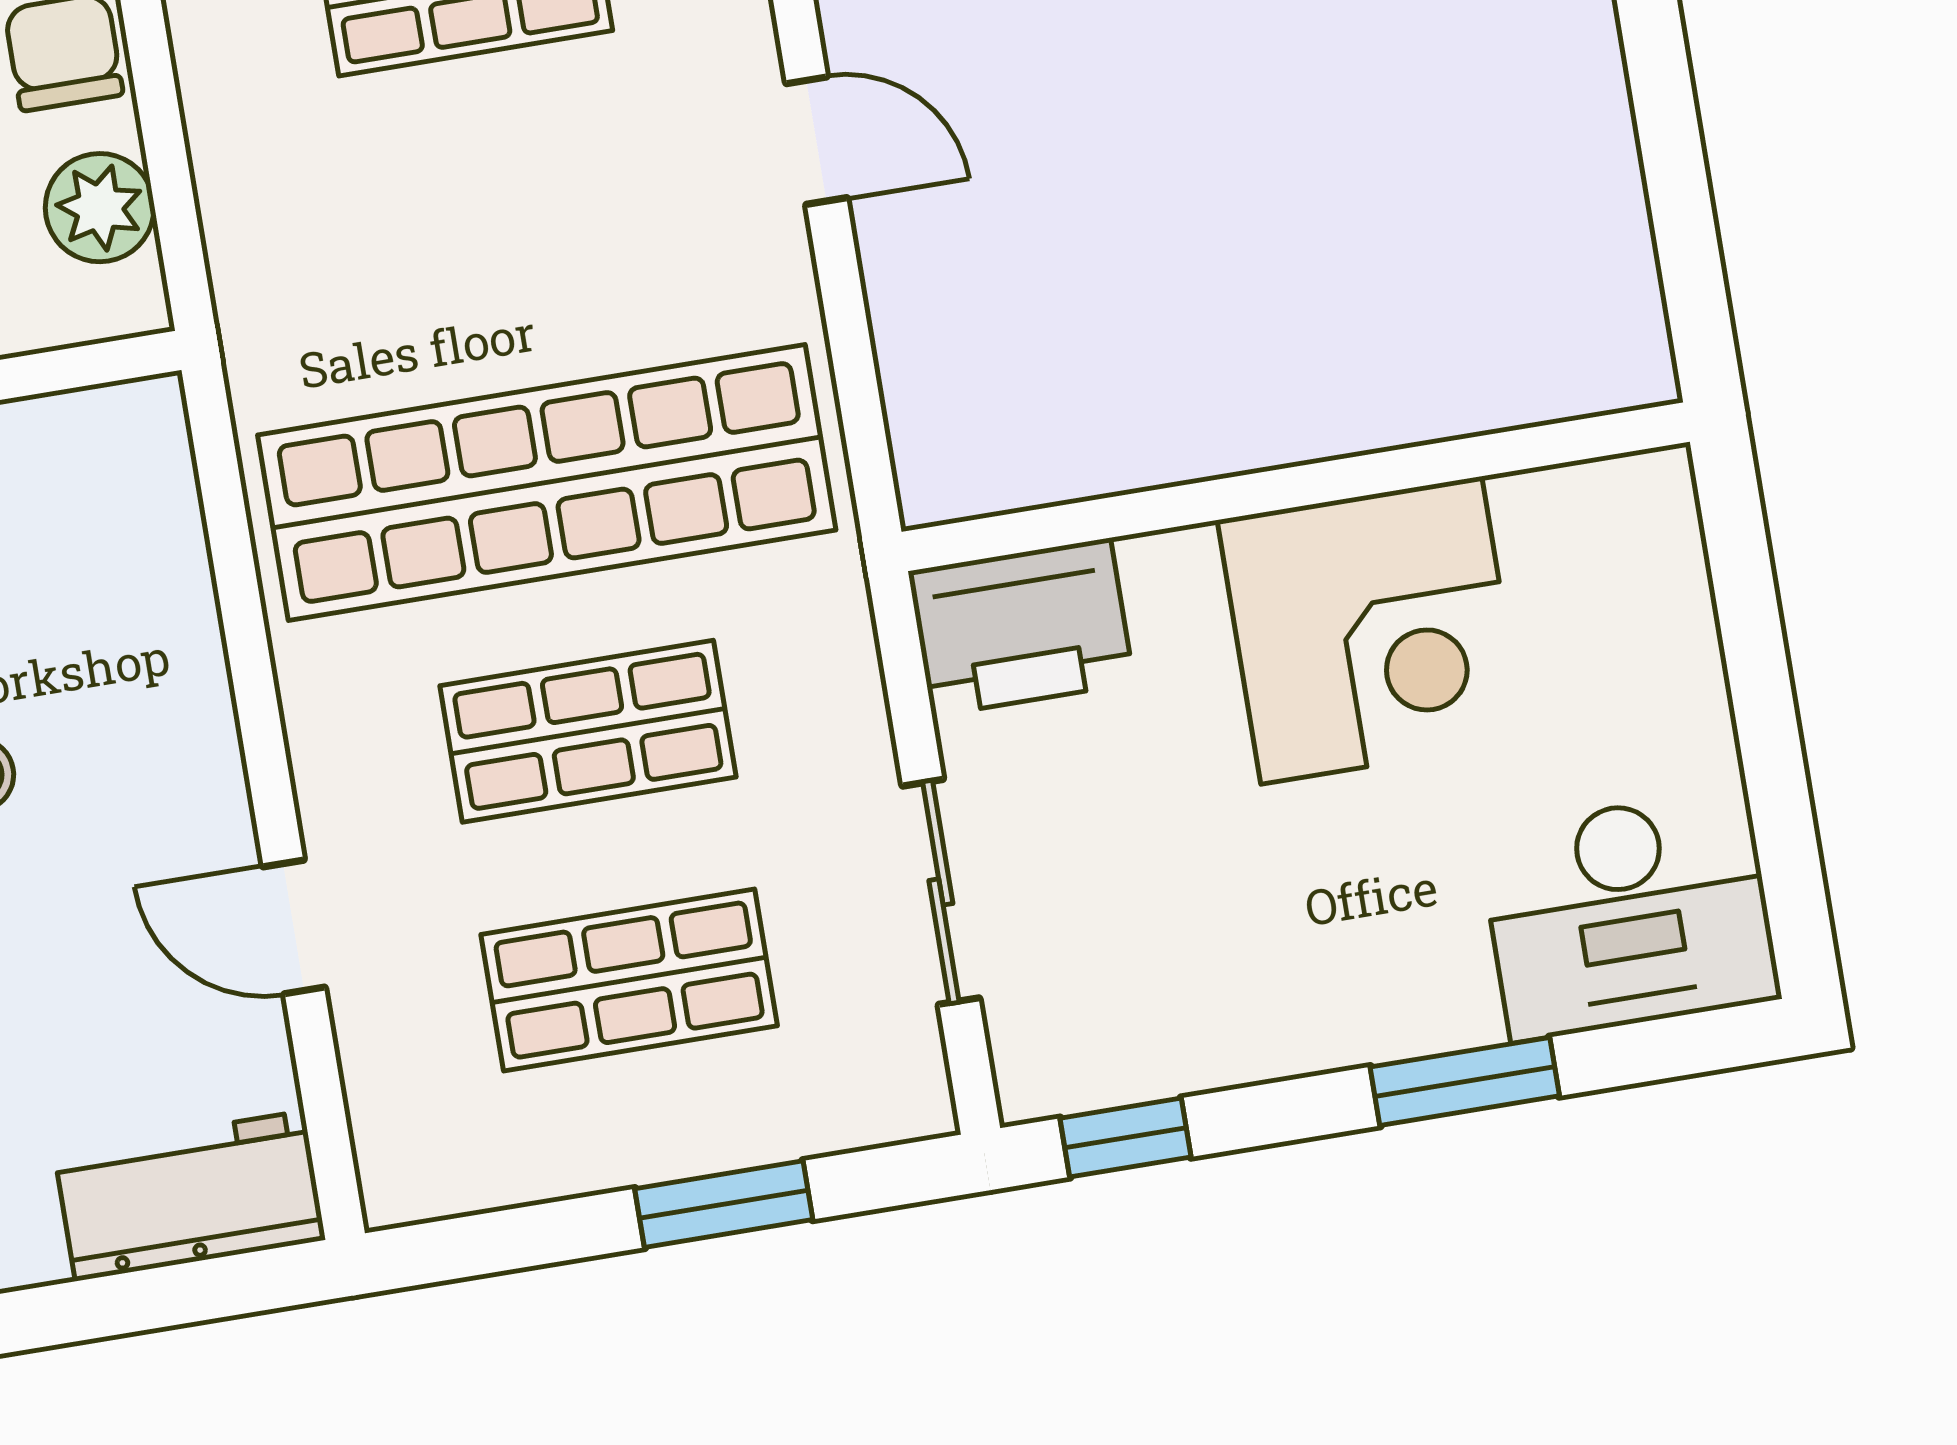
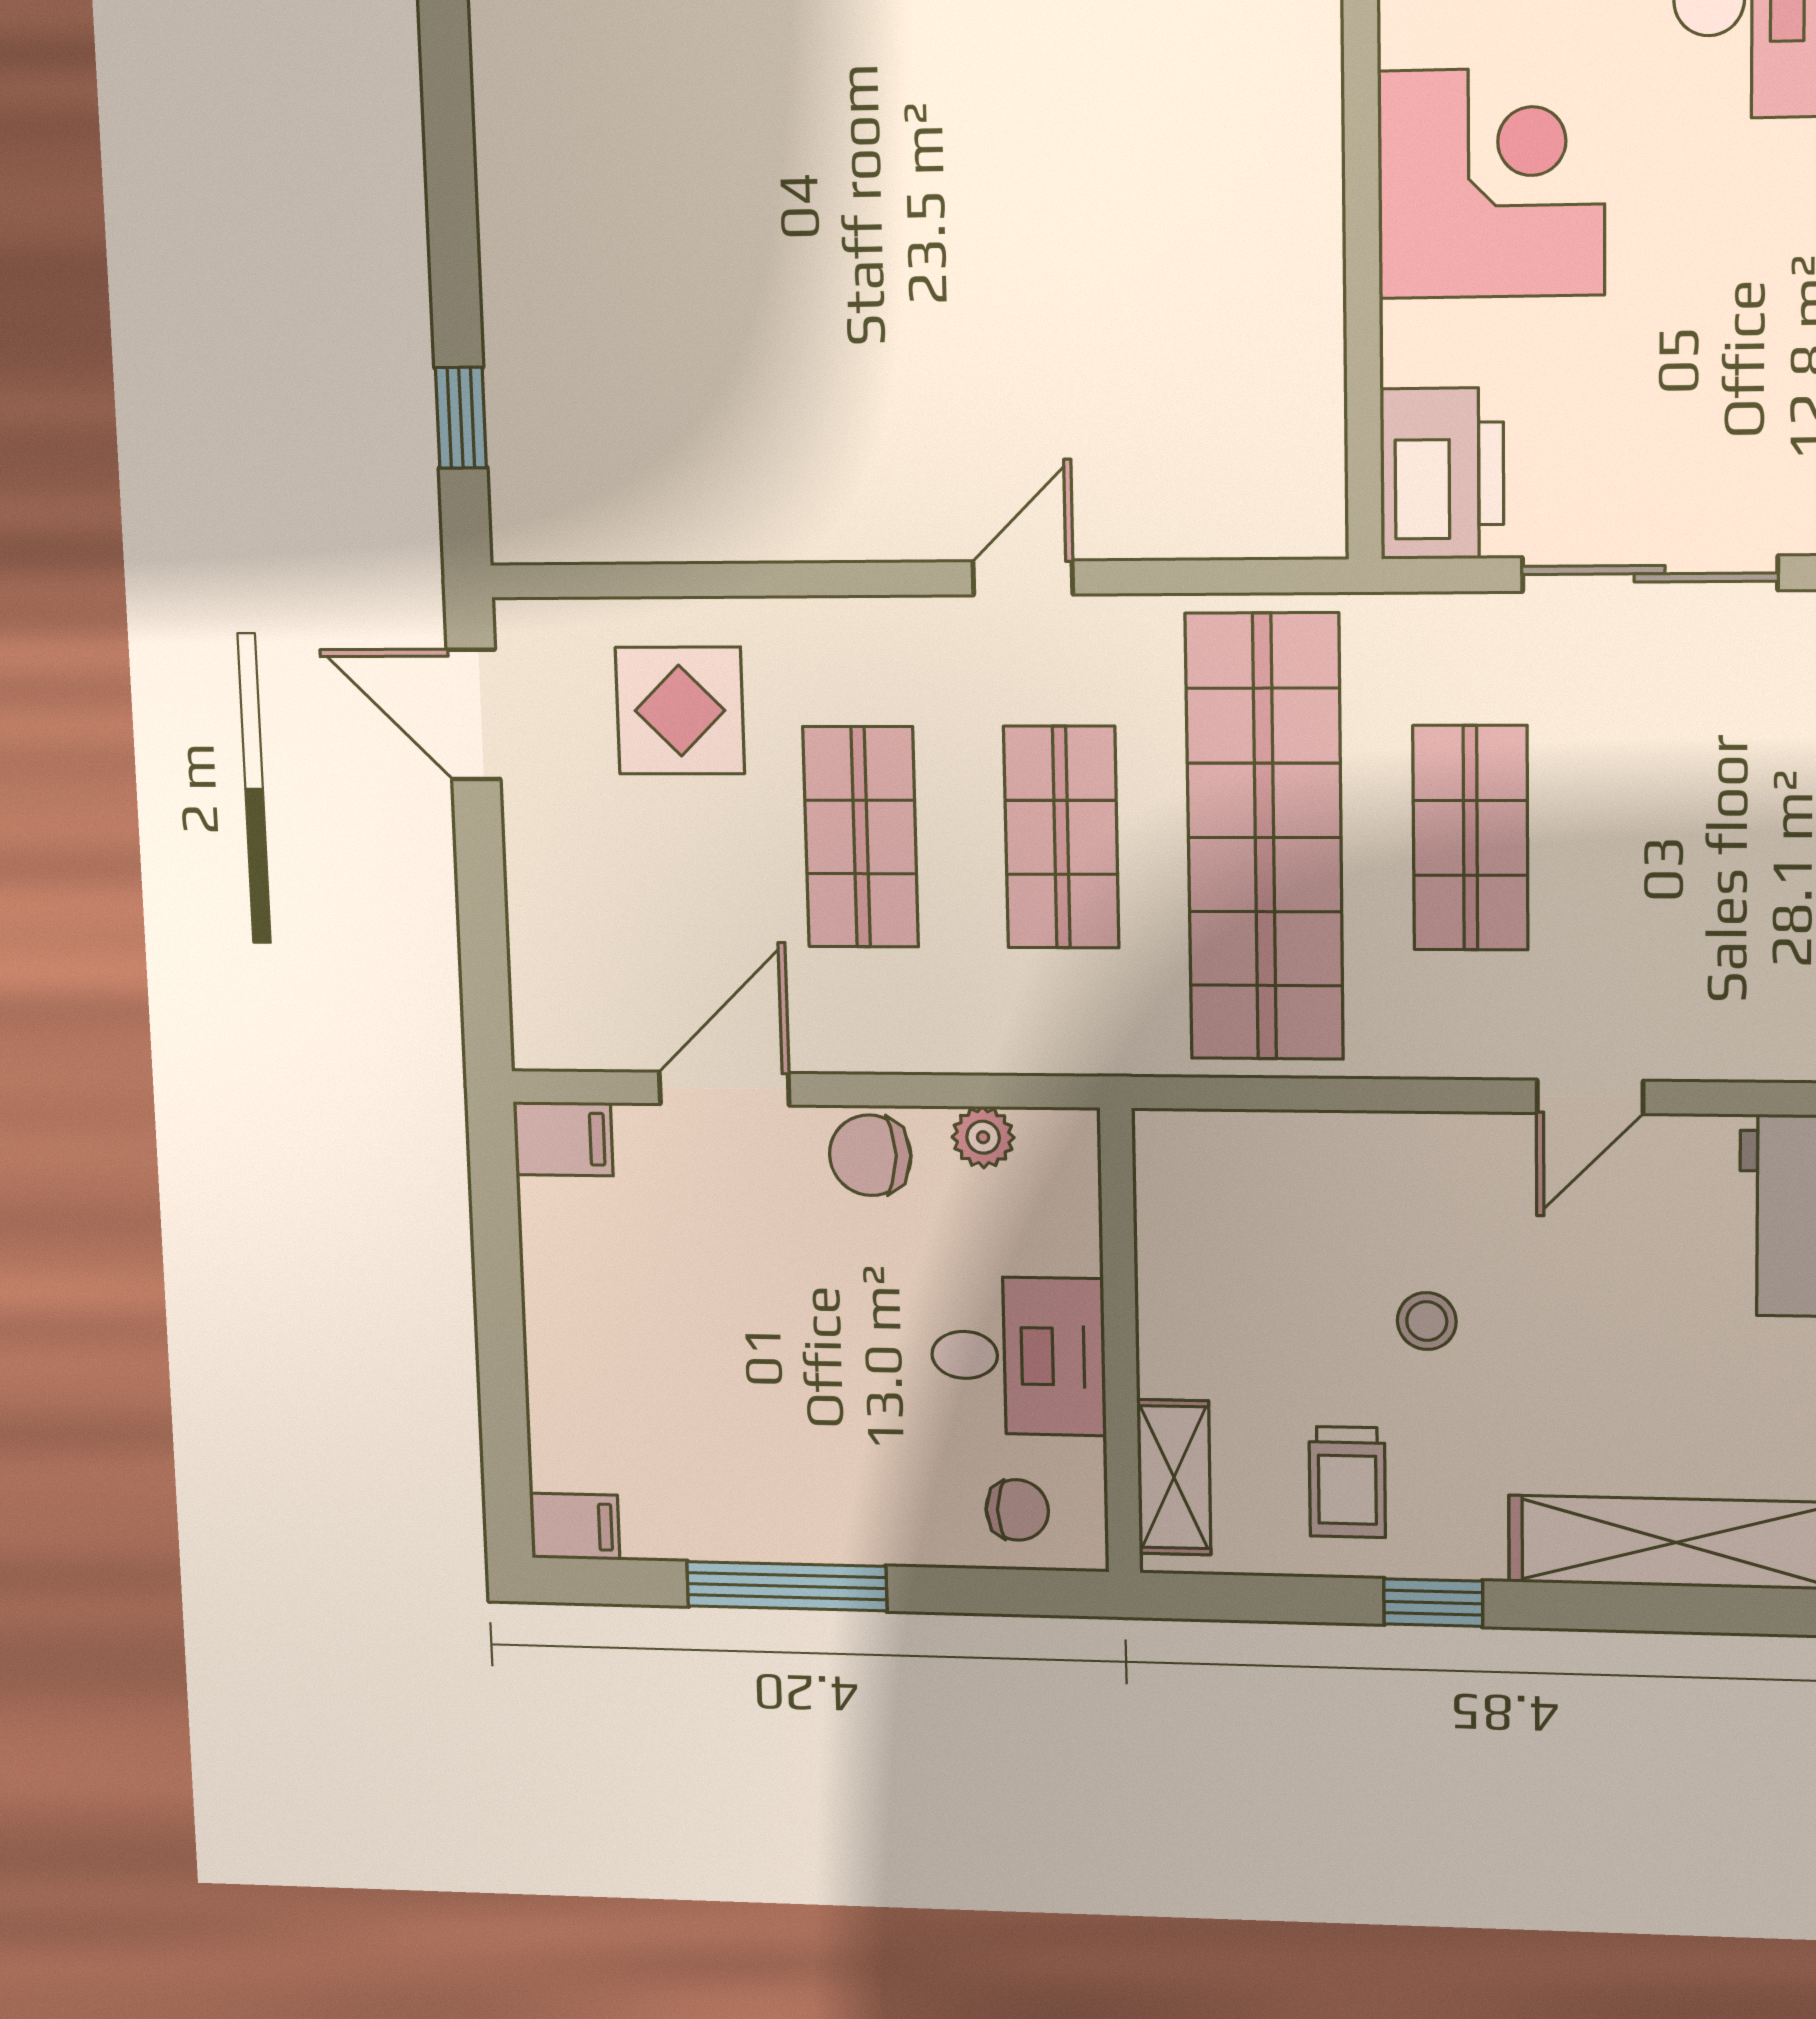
plant: (100, 208) -> (983, 1137), width x0.73, depth x0.73
sliding door: (941, 892) -> (1650, 574), width x1.37
shop shelf: (629, 980) -> (1061, 837), moved

